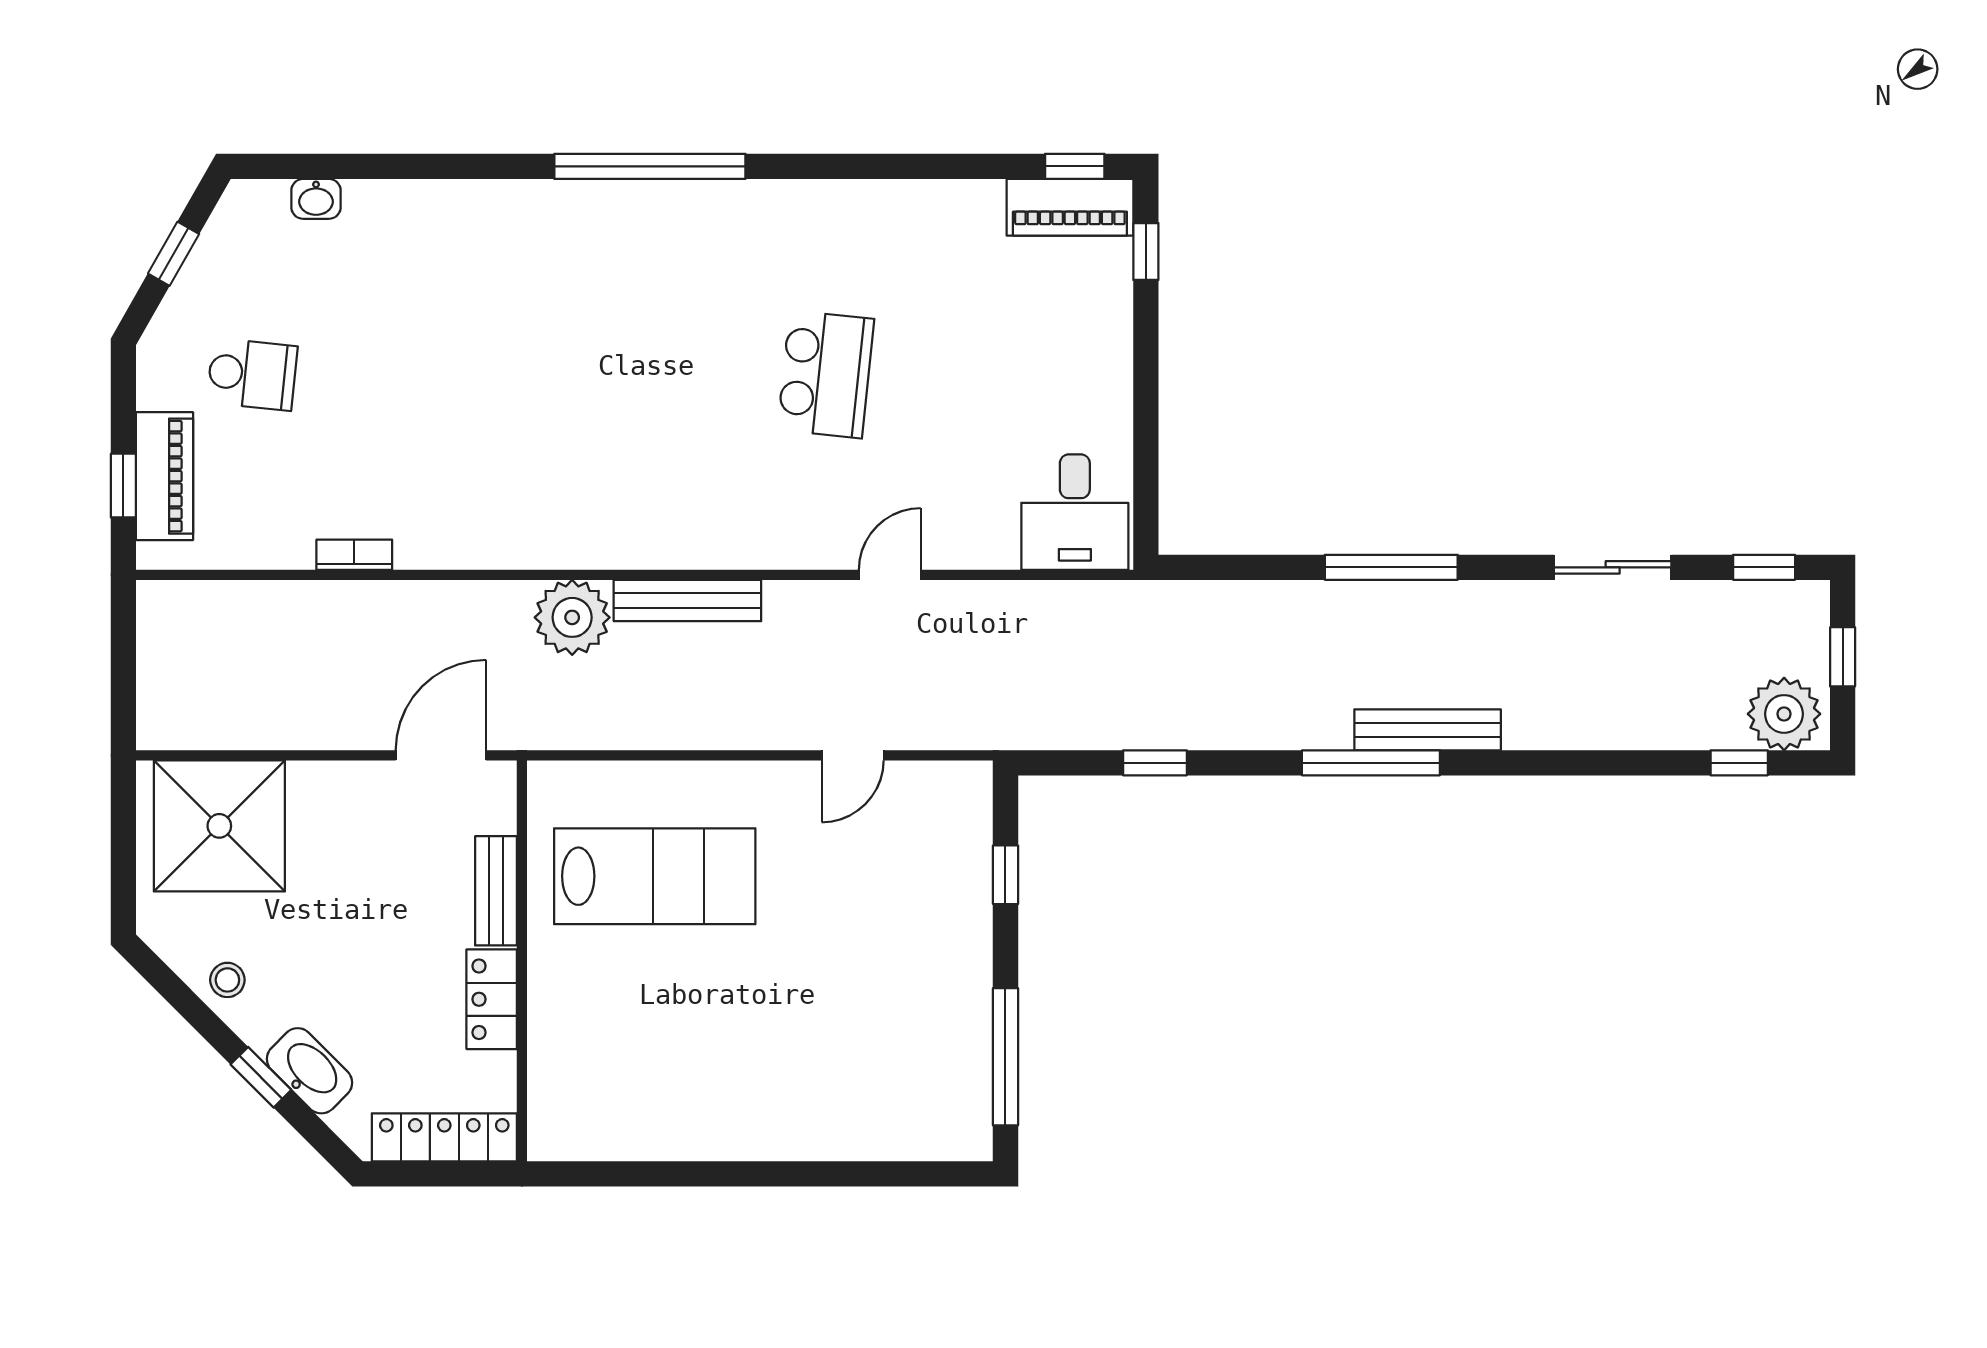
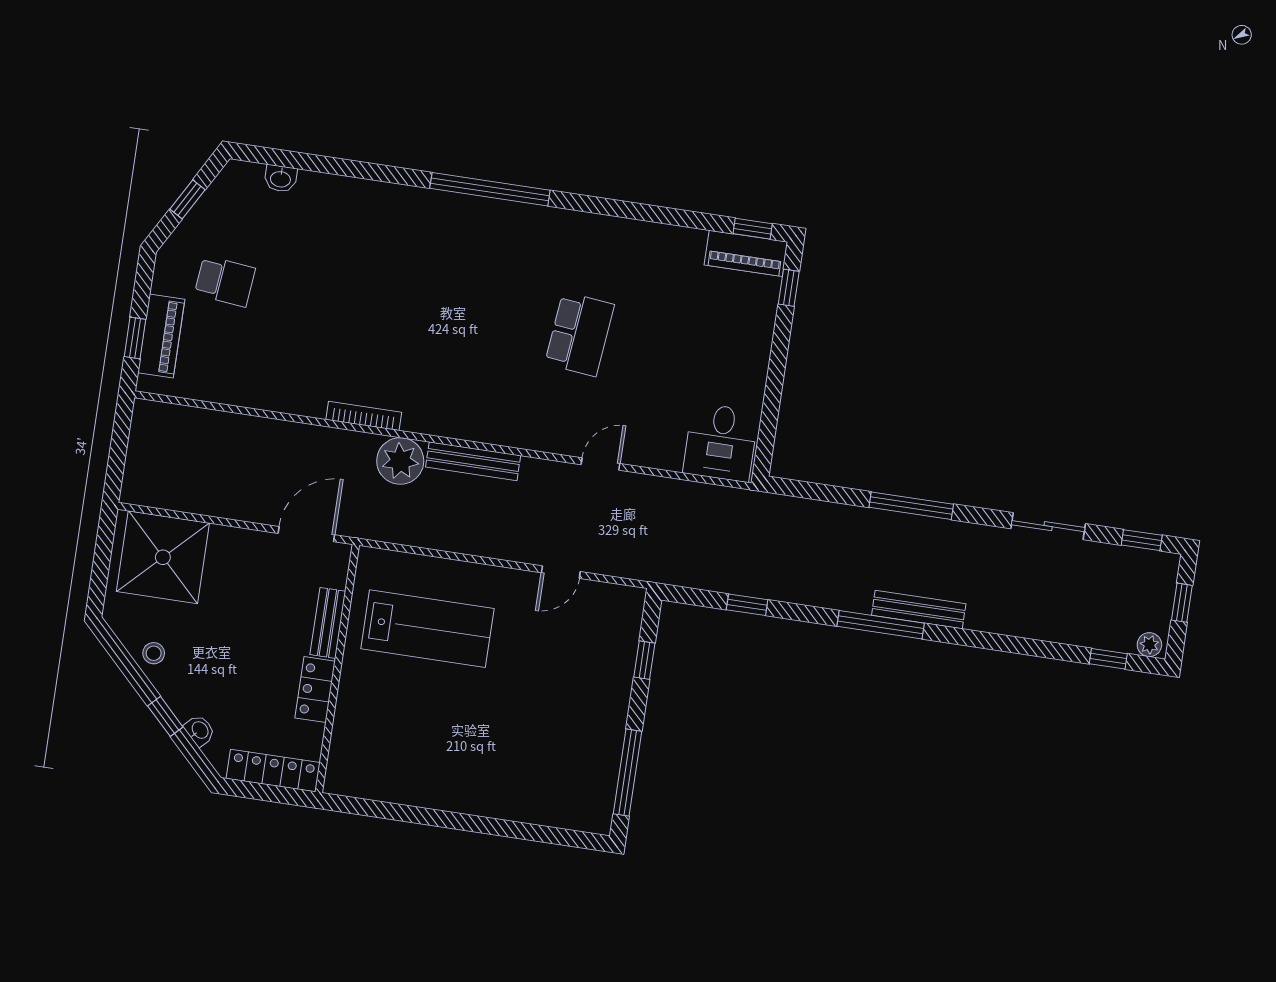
bookcase: (354, 555) -> (364, 416), moved, width x1.56
plant: (1784, 714) -> (1149, 645), width x0.53, depth x0.53
washbasin: (310, 1071) -> (200, 730), width x0.52, depth x0.69

